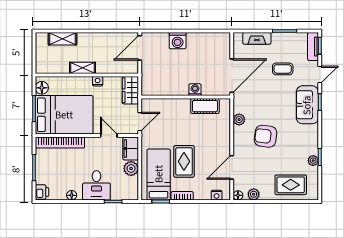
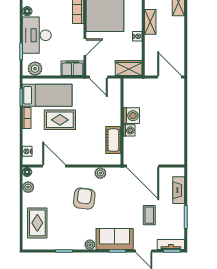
washing machine: (178, 41) -> (131, 116), moved, turned 180
plant: (313, 161) -> (90, 245), moved
plant: (131, 168) -> (35, 69), moved
desk: (96, 185) -> (37, 35), width x1.37

